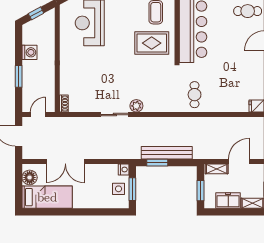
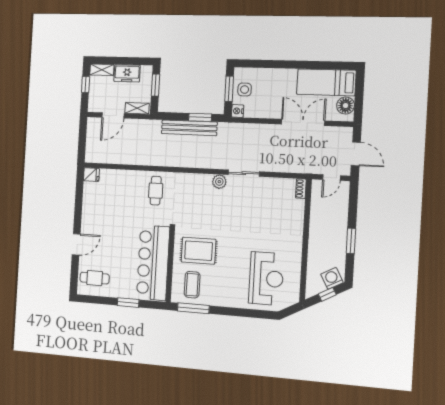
washing machine: (29, 52) -> (332, 278), moved, turned 62
window: (19, 76) -> (351, 241), moved

